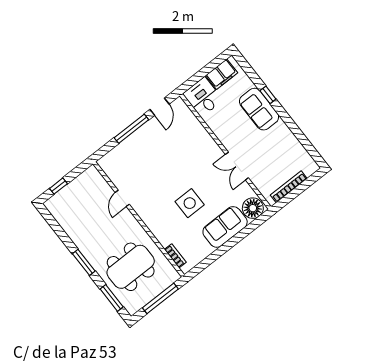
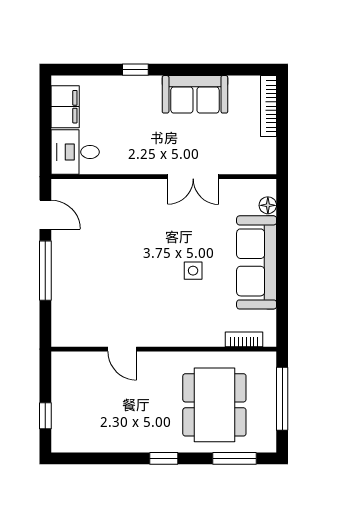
sofa: (259, 109) -> (195, 94), moved
bookcase: (289, 187) -> (269, 106), moved
side table: (190, 203) -> (193, 271), width x0.54, depth x0.54
floor lamp: (253, 208) -> (268, 205), width x0.53, depth x0.53
sofa: (225, 227) -> (257, 262), width x1.36
window: (84, 262) -> (164, 458), width x0.67

